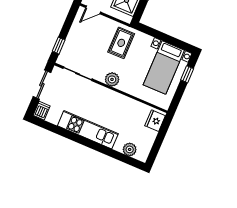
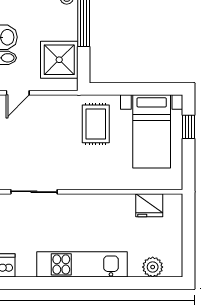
rug: (121, 43) -> (96, 124), moved
plant: (112, 79) -> (86, 179), removed
fridge: (155, 121) -> (149, 205), moved, turned -90

